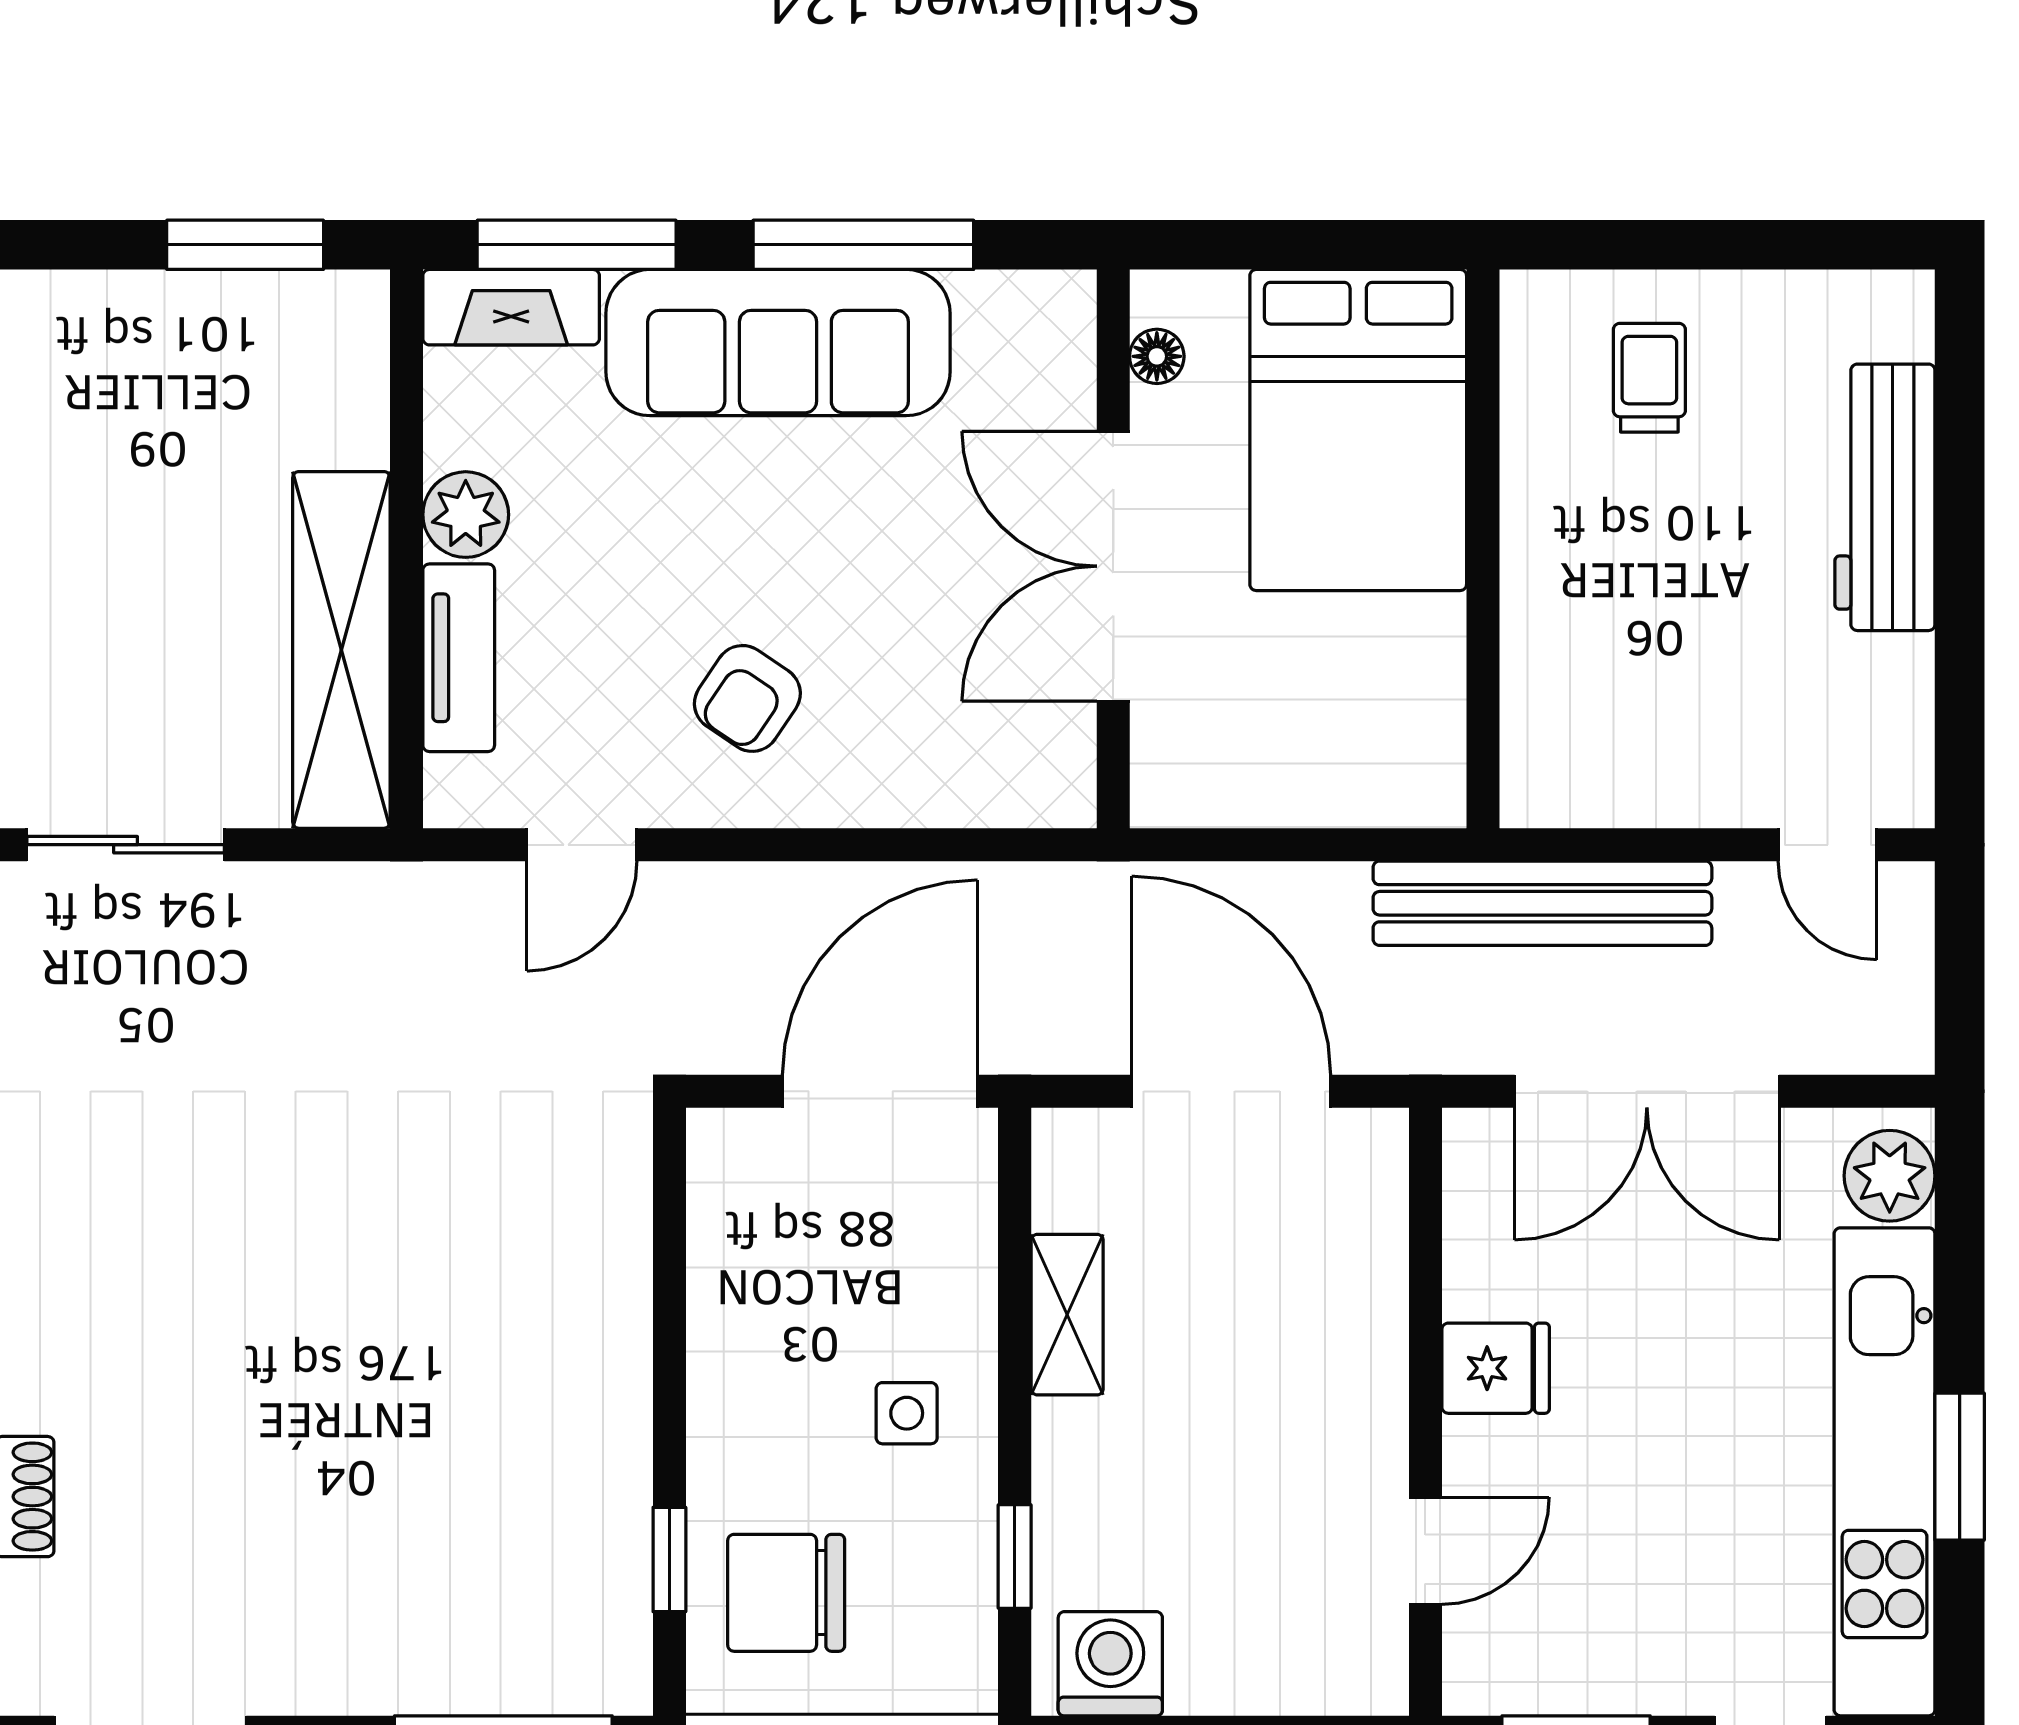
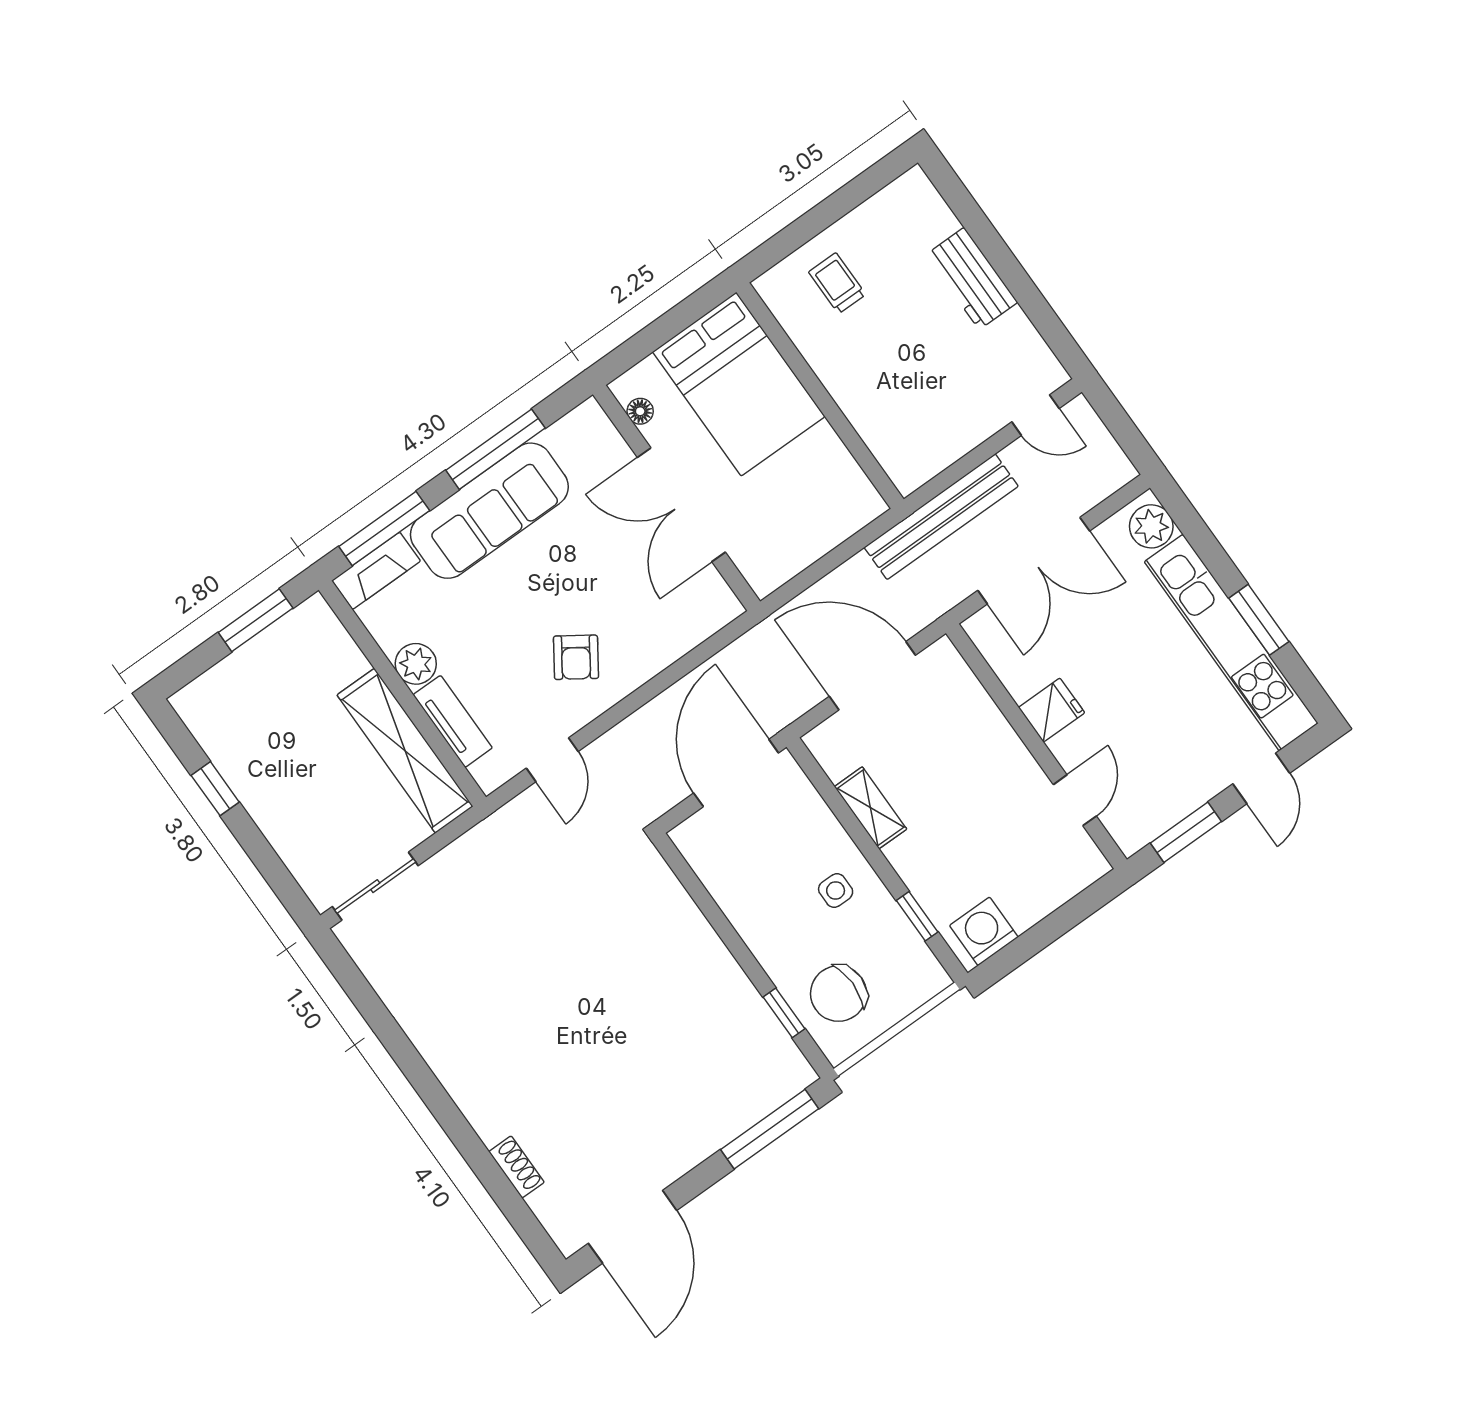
workbench: (1885, 497) -> (972, 279), width x0.73

